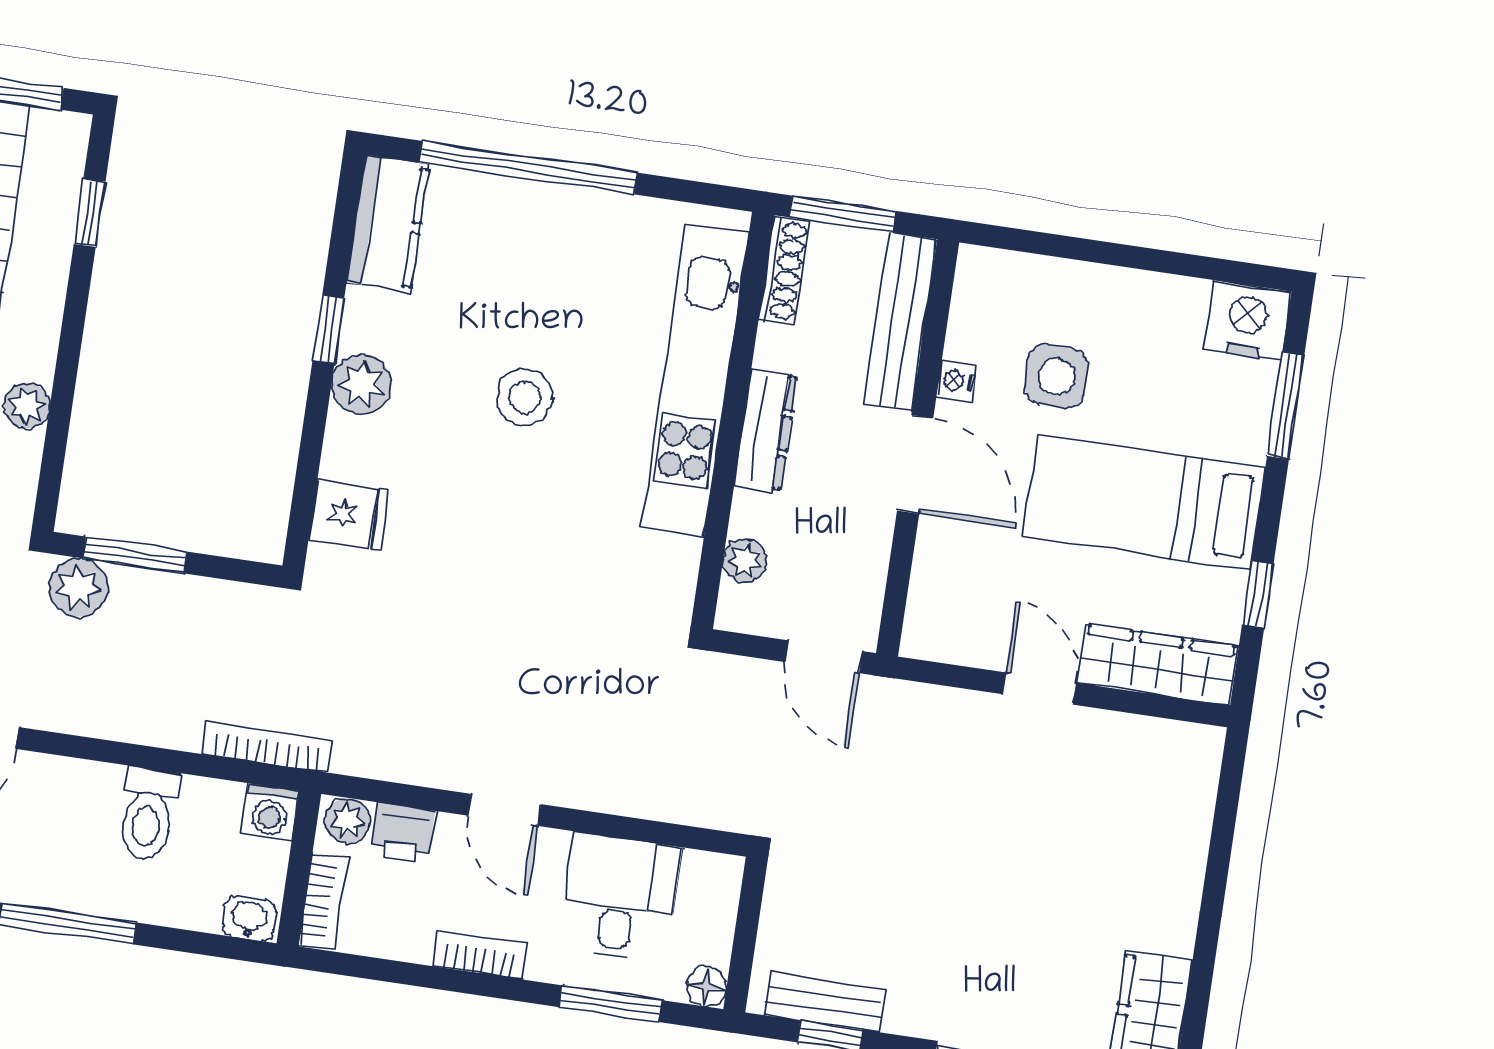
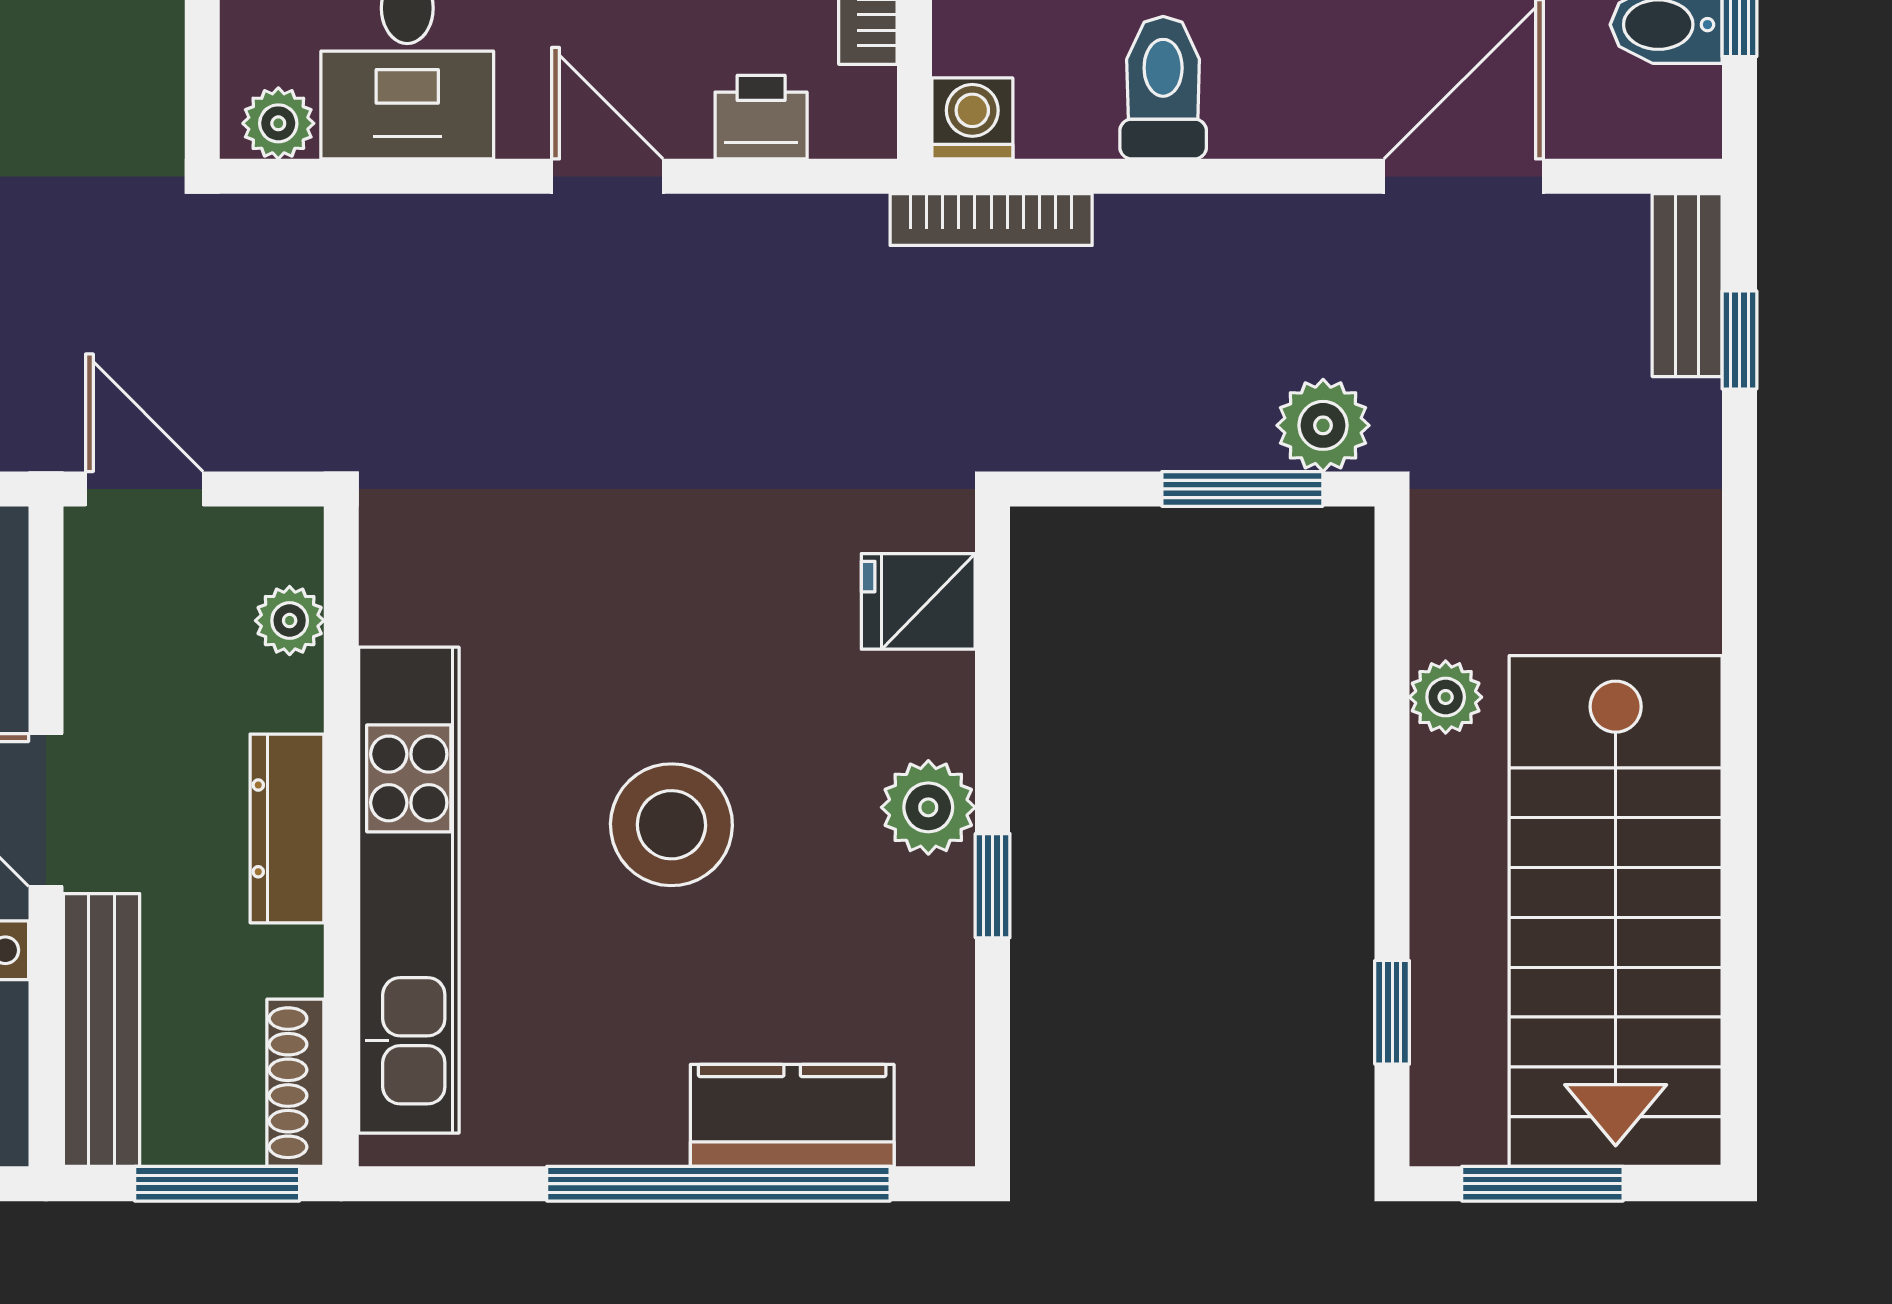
kitchen counter: (388, 223) -> (792, 1115), moved, turned 90
stool: (524, 397) -> (671, 825), width x1.38, depth x1.38
plant: (347, 821) -> (278, 123), moved

